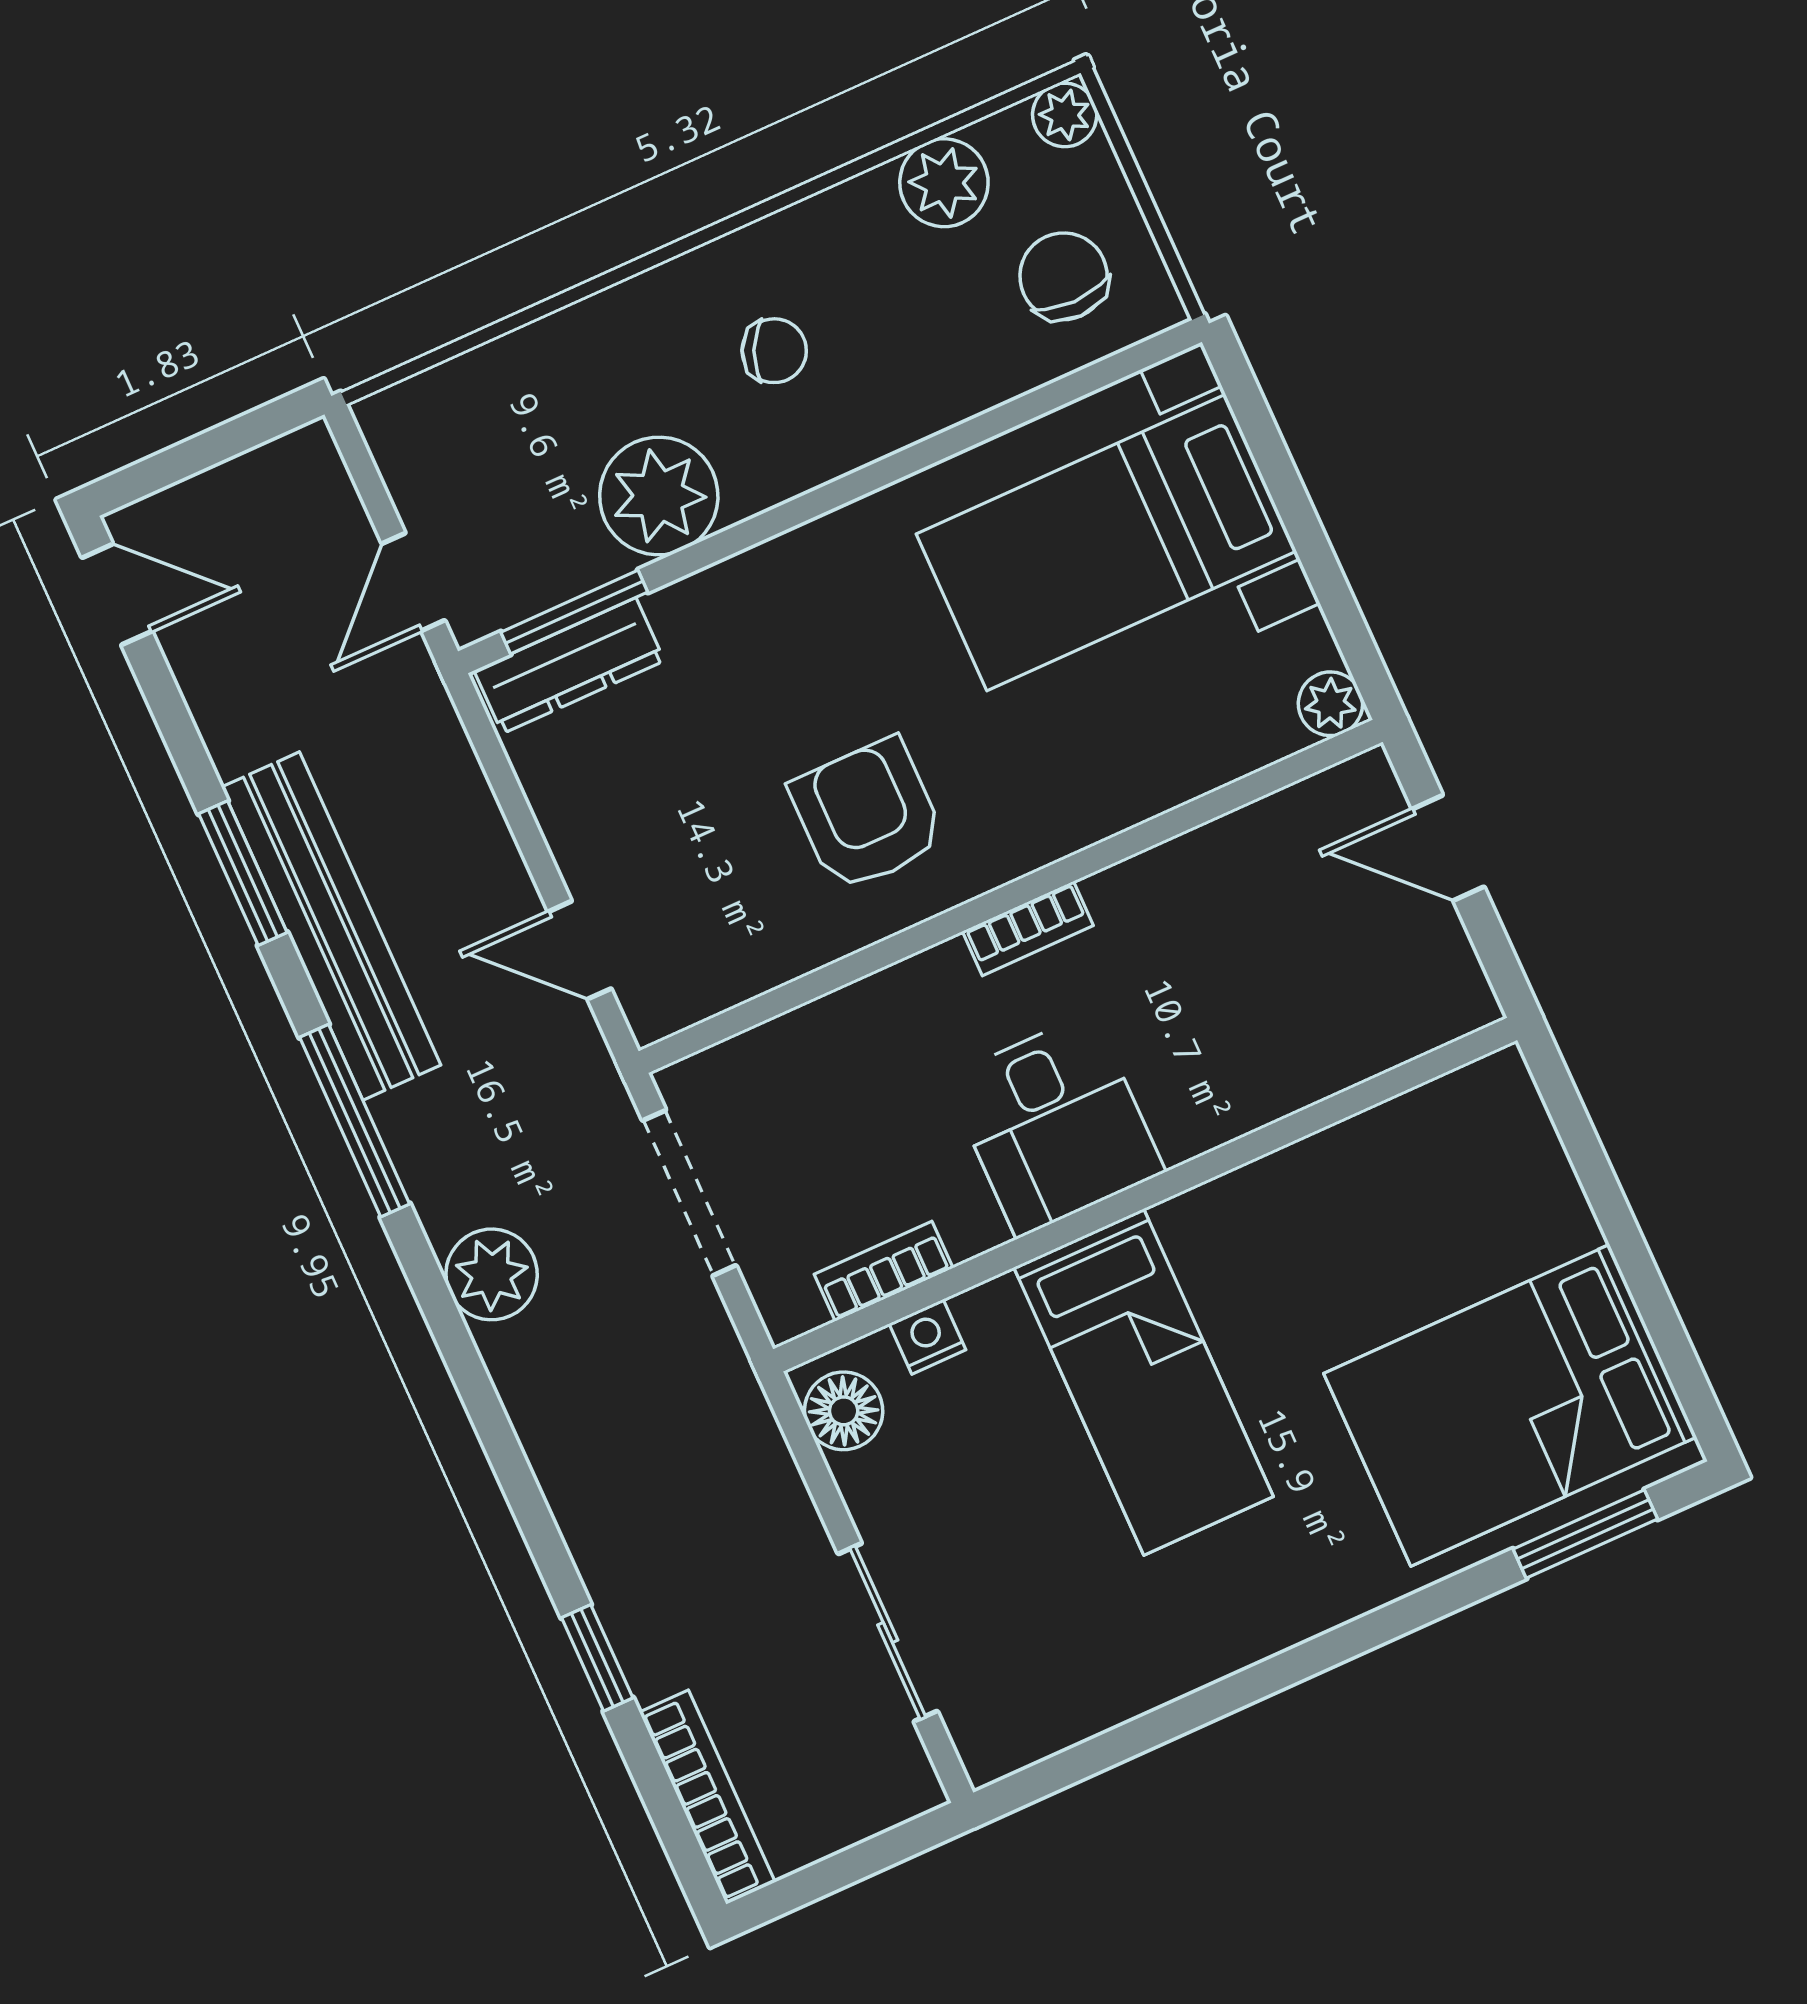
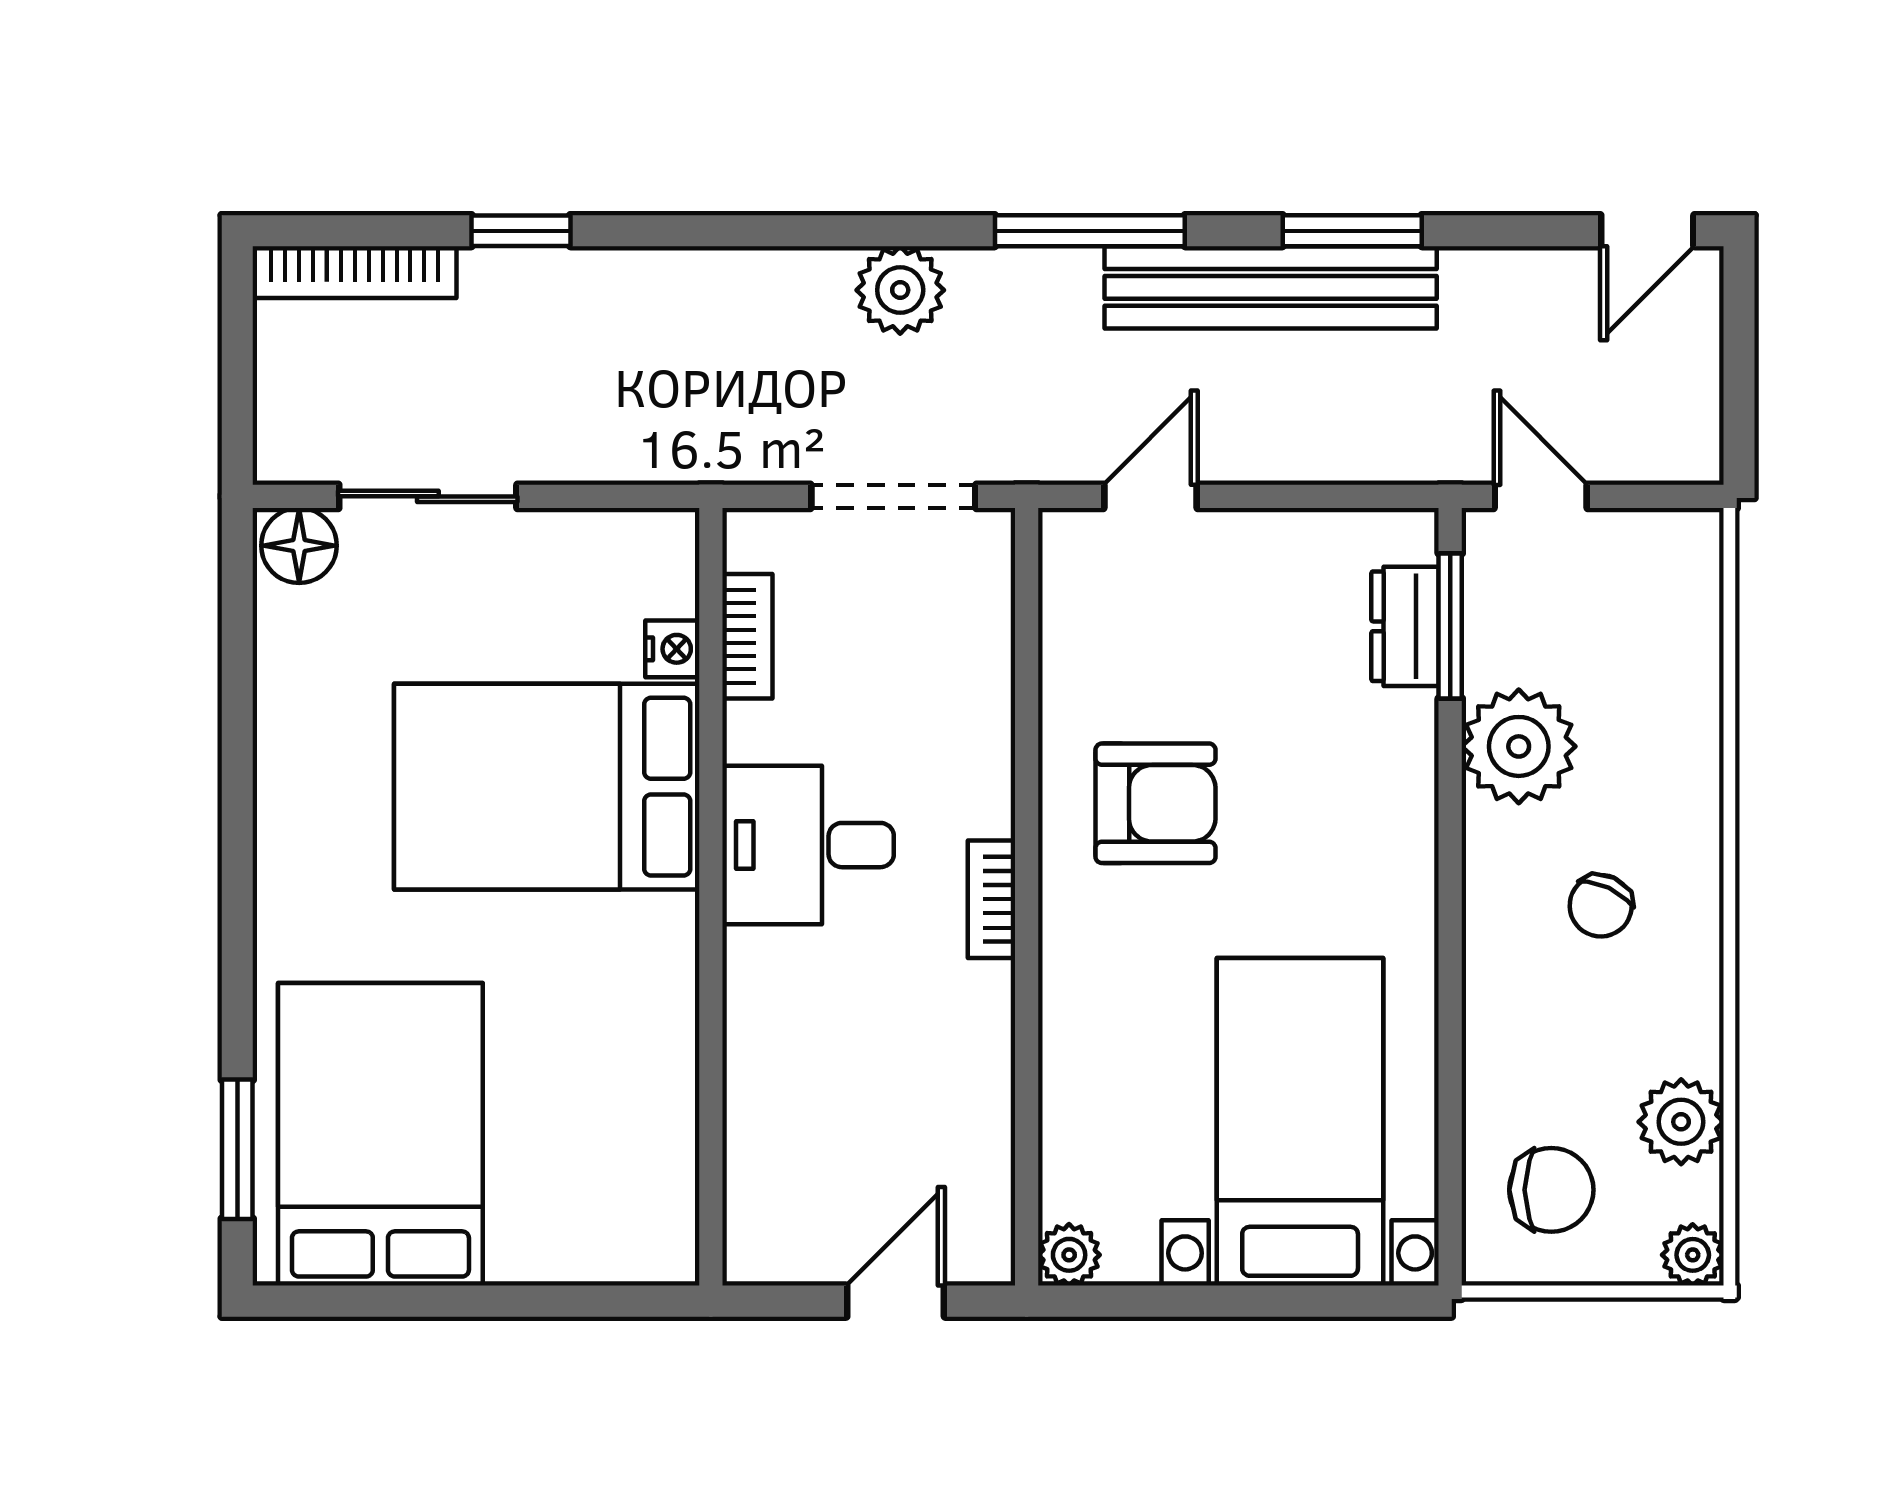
dresser: (569, 666) -> (1405, 626), width x0.70
bed: (1144, 1382) -> (547, 787), width x1.50
floor lamp: (844, 1411) -> (299, 546), moved

